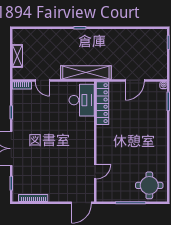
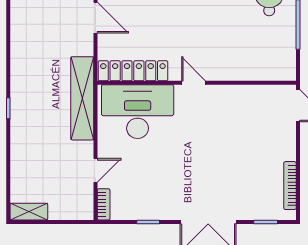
shelving: (17, 56) -> (29, 212), moved
desk: (82, 100) -> (138, 112), width x1.36, depth x1.30
door: (95, 172) -> (194, 83), moved

